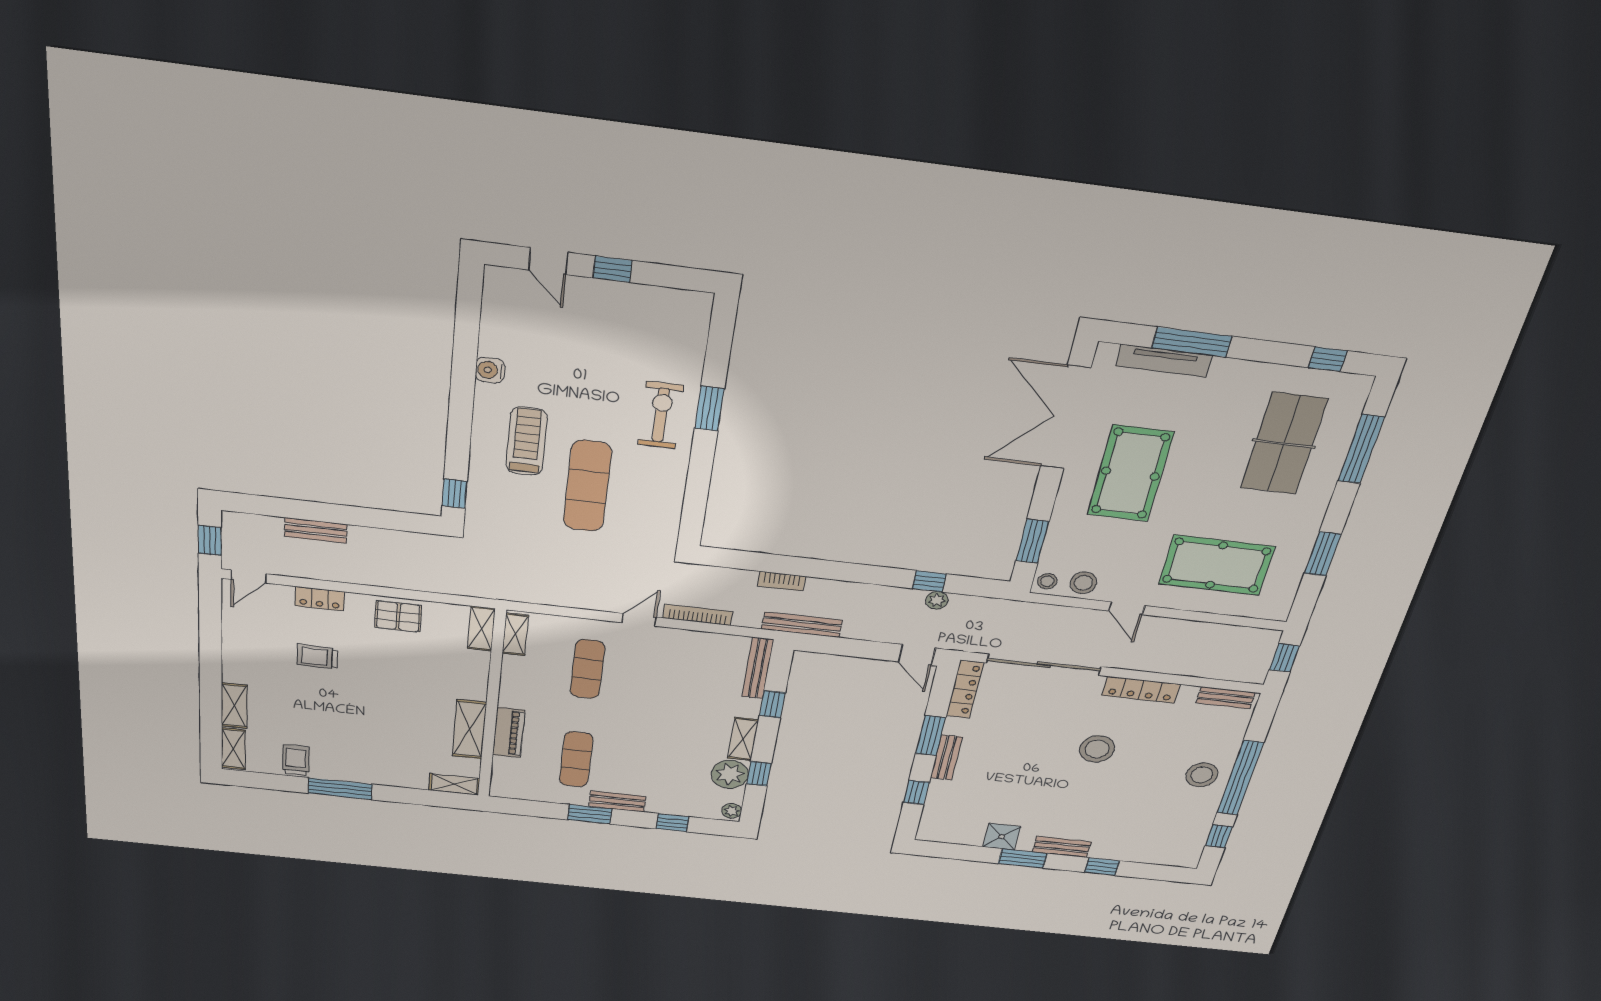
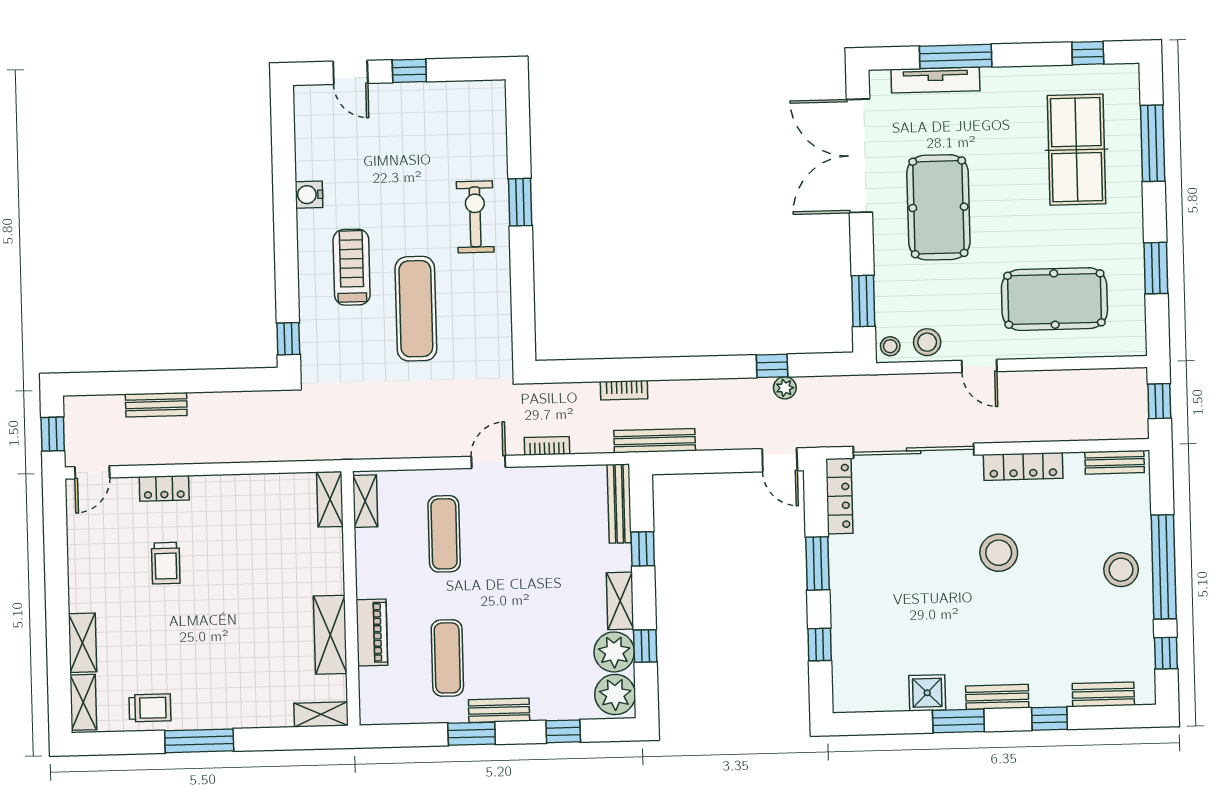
bookcase: (698, 615) -> (547, 446), width x0.64
pallet: (398, 616) -> (244, 498), removed
trolley: (317, 657) -> (166, 563), turned -91
bench: (946, 757) -> (1103, 694), moved, turned 90
trolley: (296, 760) -> (150, 708), turned 90
plant: (732, 811) -> (615, 694), width x1.88, depth x1.88

